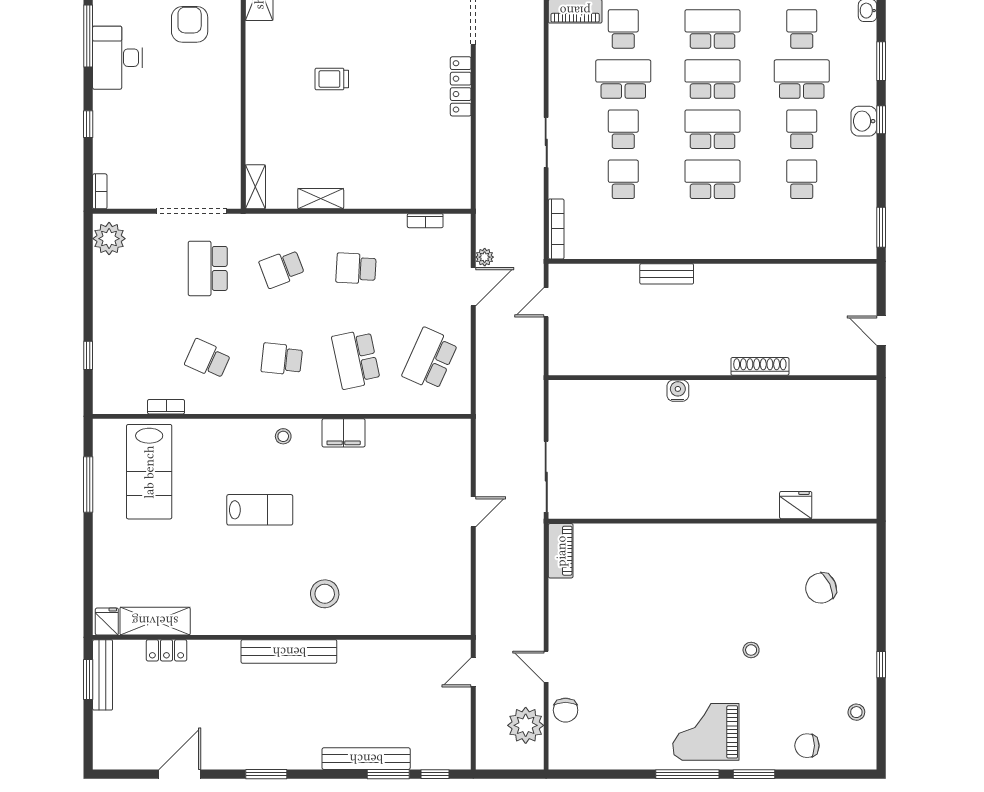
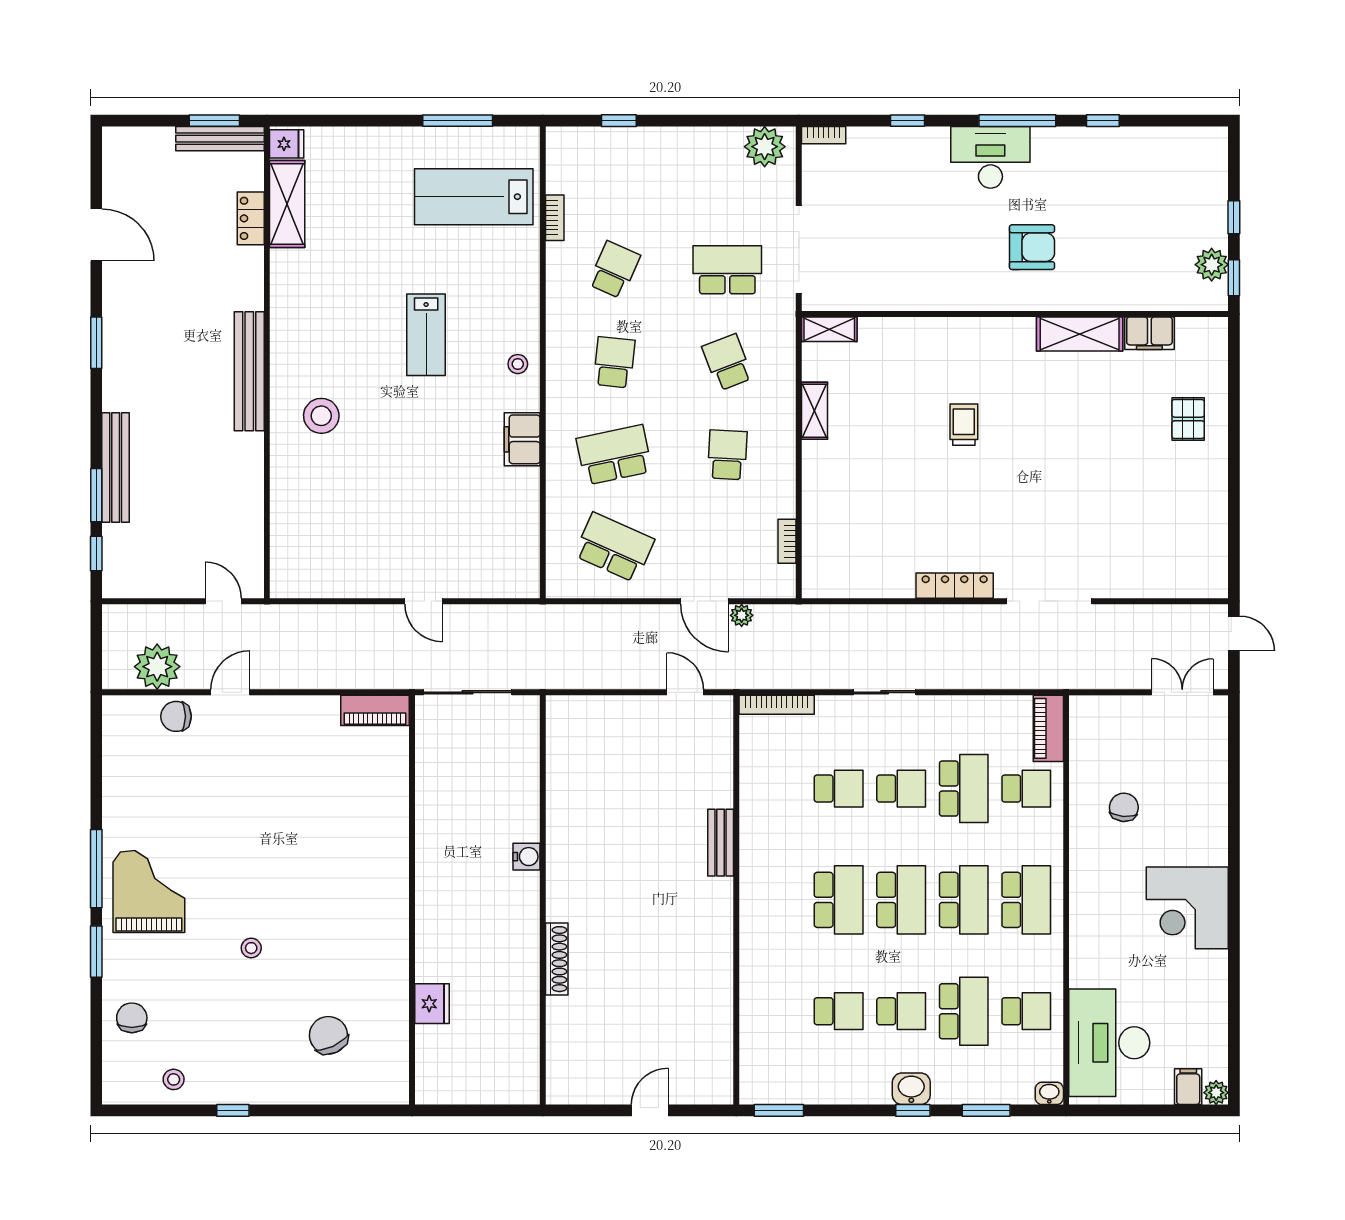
shoe rack: (760, 366) -> (557, 959), moved
wall: (713, 378) -> (543, 900), moved
water cooler: (678, 391) -> (526, 857), moved

